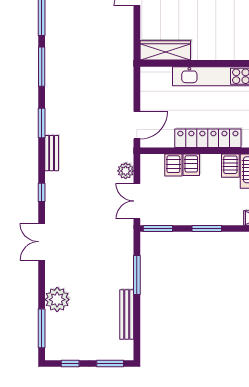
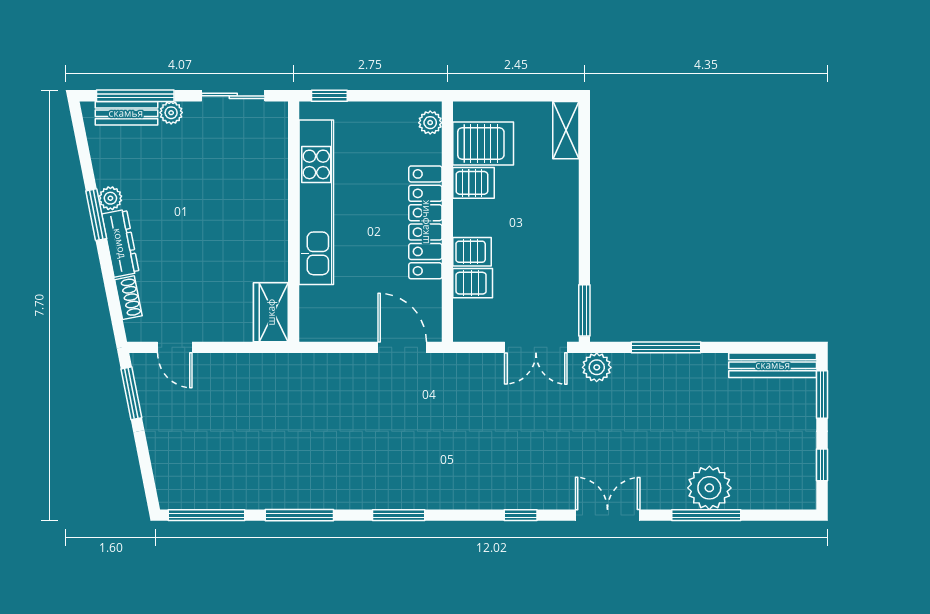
wardrobe: (165, 50) -> (271, 312), width x0.67
bench: (52, 153) -> (452, 498), removed
plant: (126, 171) -> (597, 367), moved
window: (207, 229) -> (584, 224), removed
double door: (42, 242) -> (608, 515), swing flipped
bench: (127, 315) -> (773, 365), moved
window: (42, 328) -> (706, 515), moved

